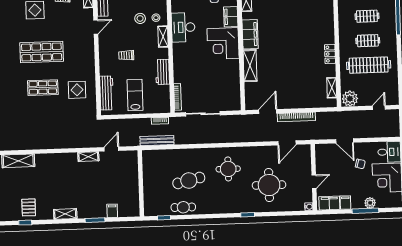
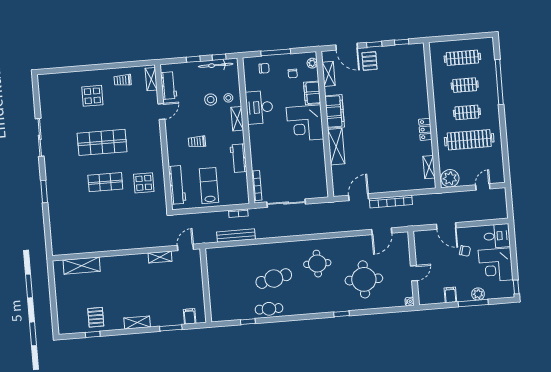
wall: (141, 183) -> (206, 285), moved
filing cabinet: (329, 203) -> (432, 296), removed

